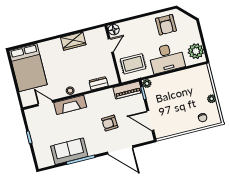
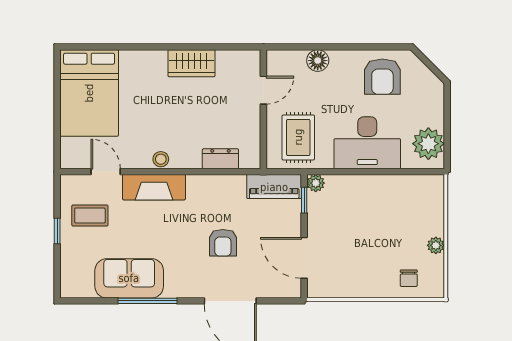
floor lamp: (114, 30) -> (318, 61), moved
rug: (133, 64) -> (298, 137), turned 90
armchair: (110, 123) -> (223, 243), turned -87
coffee table: (43, 126) -> (90, 216), added

